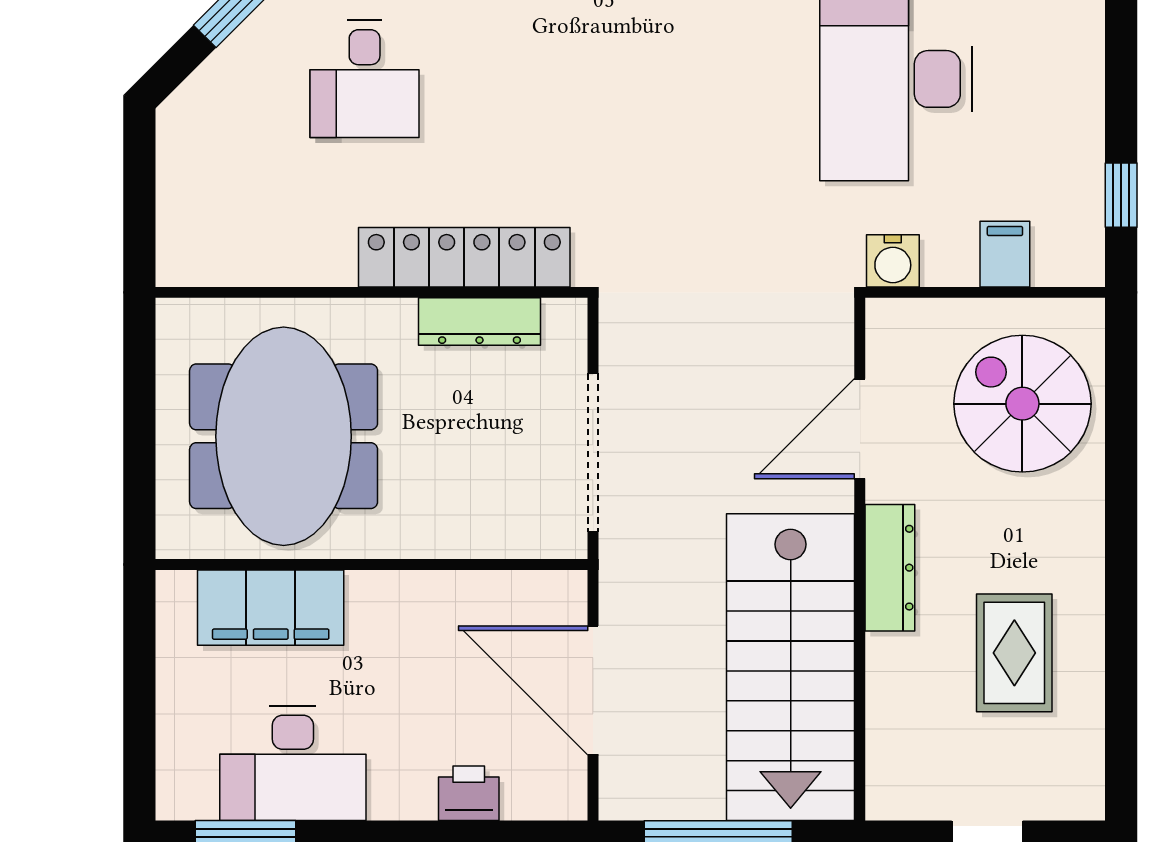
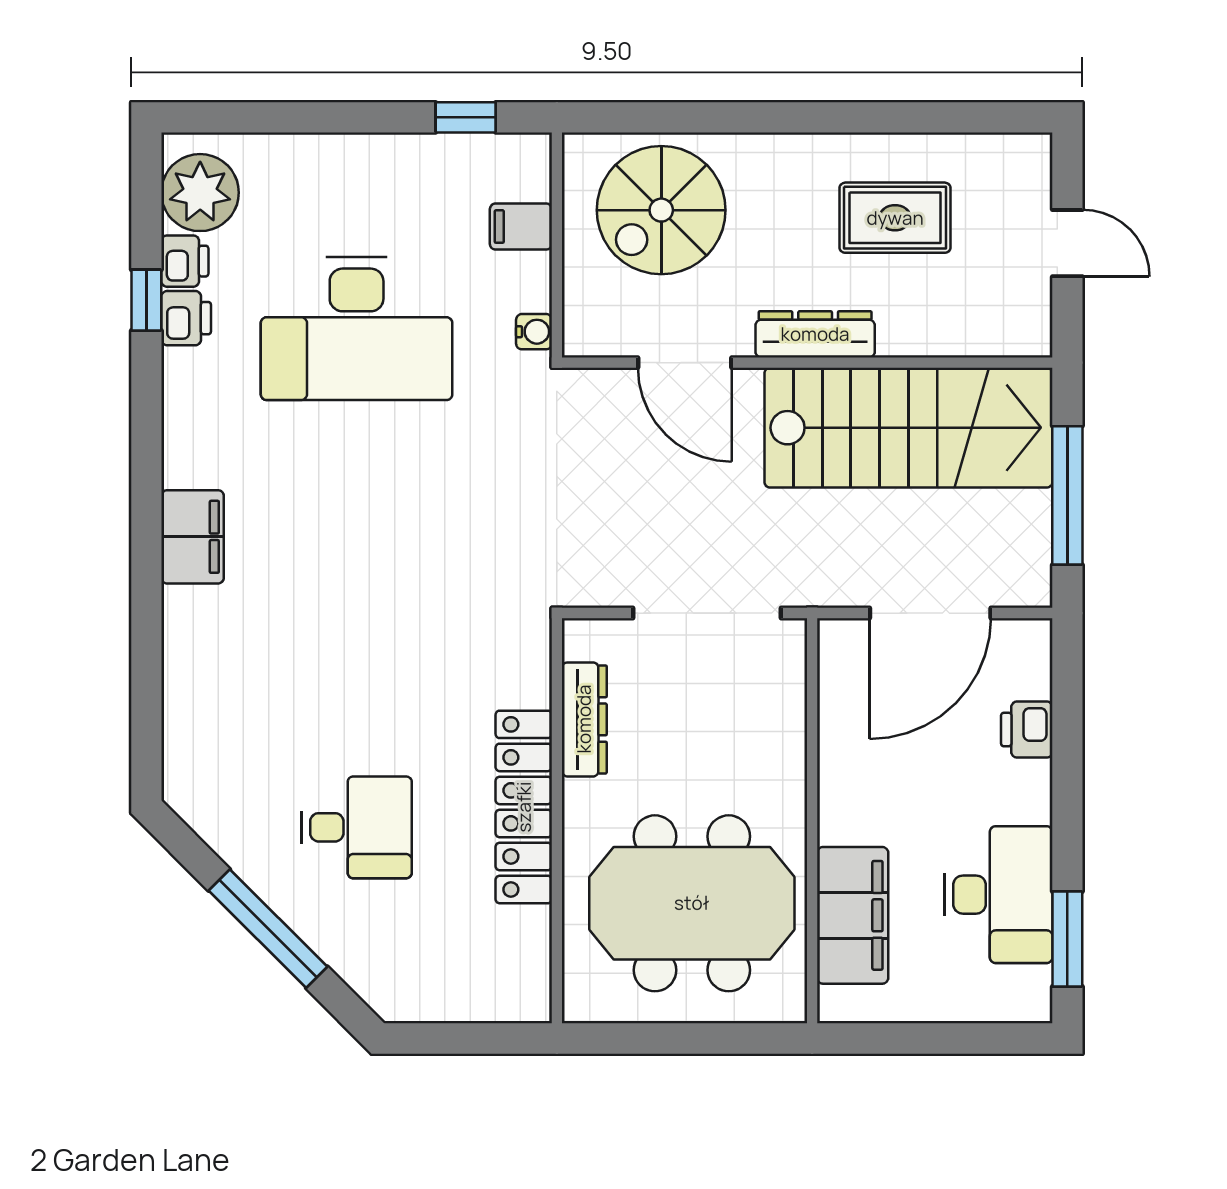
locker: (464, 257) -> (524, 807), moved
water cooler: (893, 261) -> (534, 332), width x0.72, depth x0.72

